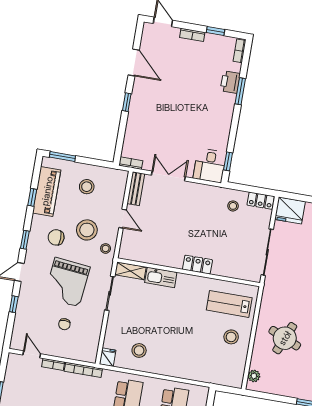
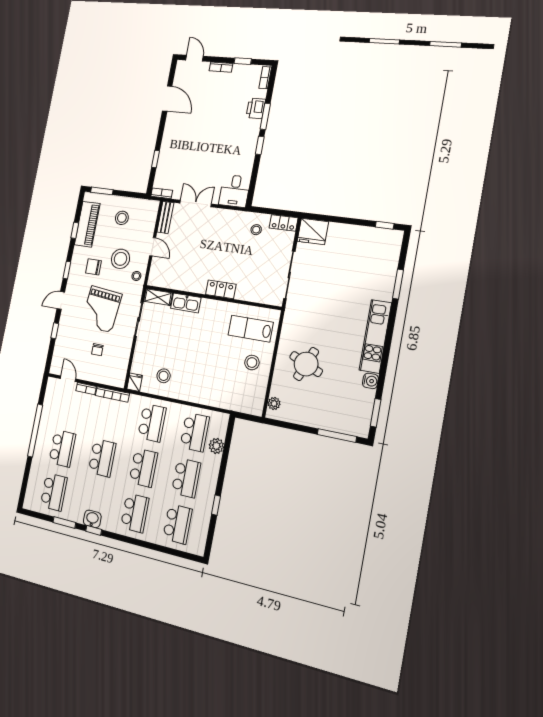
window: (127, 102) -> (155, 159), moved
window: (228, 161) -> (260, 145), moved

